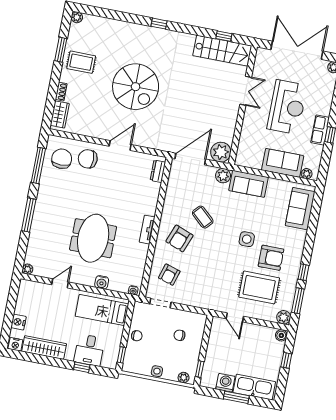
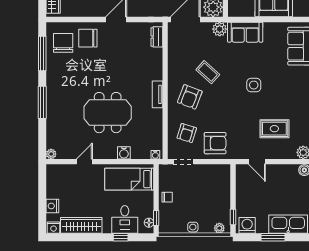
plant: (307, 174) -> (299, 12), removed
meeting table: (93, 238) -> (108, 113), turned 90
armchair: (271, 258) -> (215, 143), moved
rug: (259, 287) -> (274, 129), width x0.73, depth x0.70
chair: (179, 335) -> (208, 189), removed
floor lamp: (113, 358) -> (149, 223), added
washing machine: (225, 383) -> (247, 225), moved

